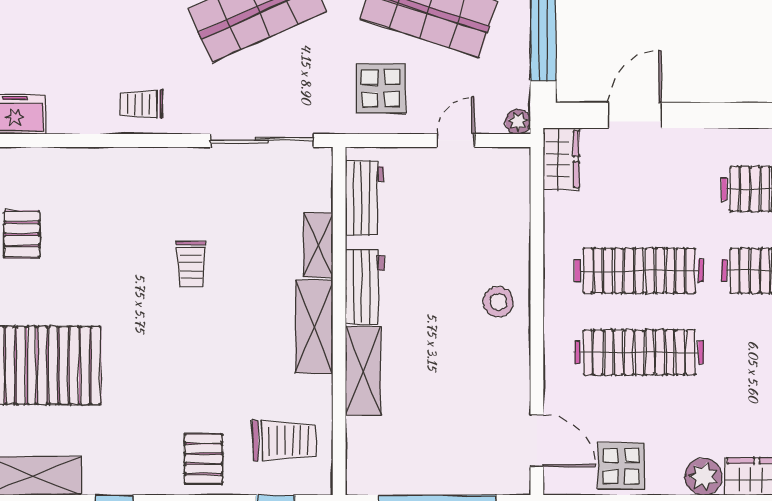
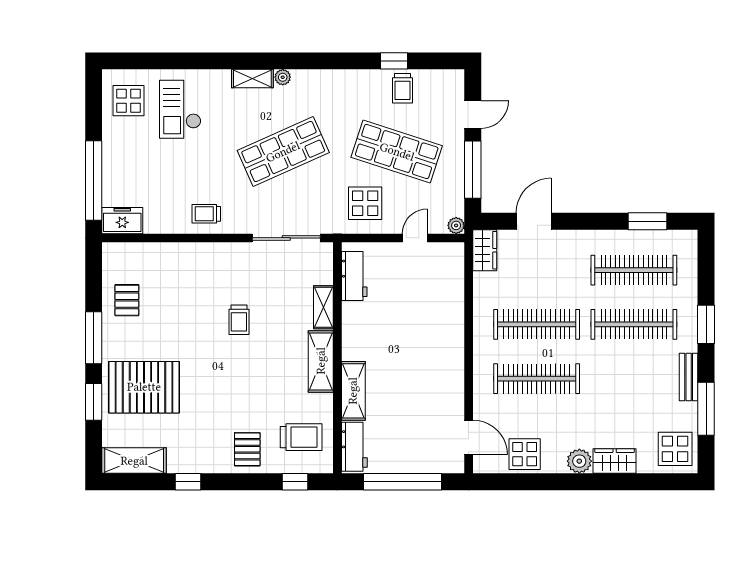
workbench: (365, 287) -> (354, 447), moved
stool: (498, 302) -> (443, 345), removed

